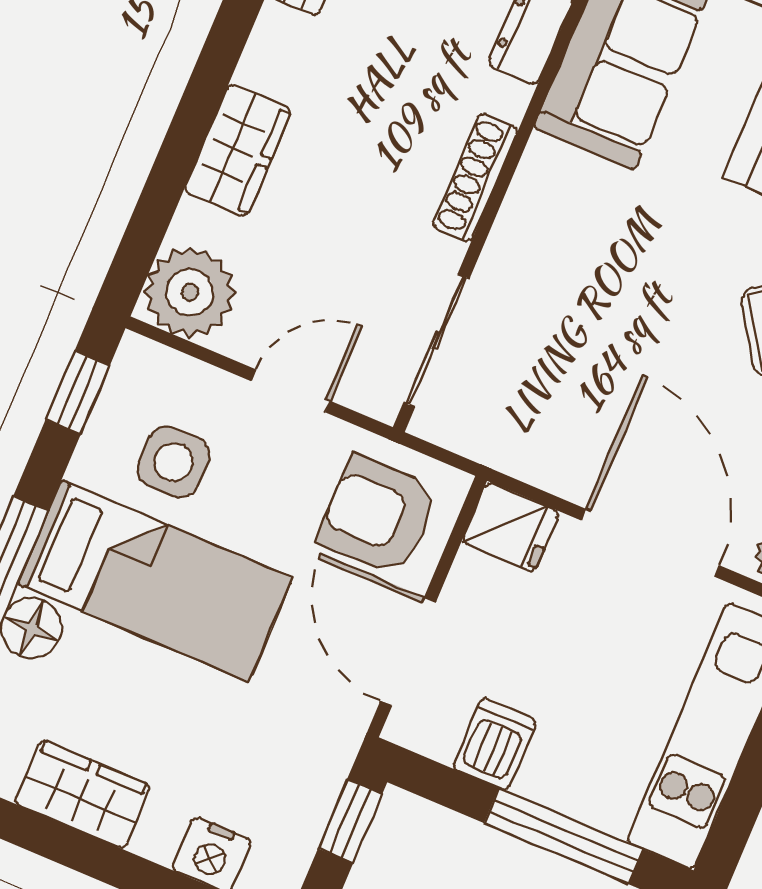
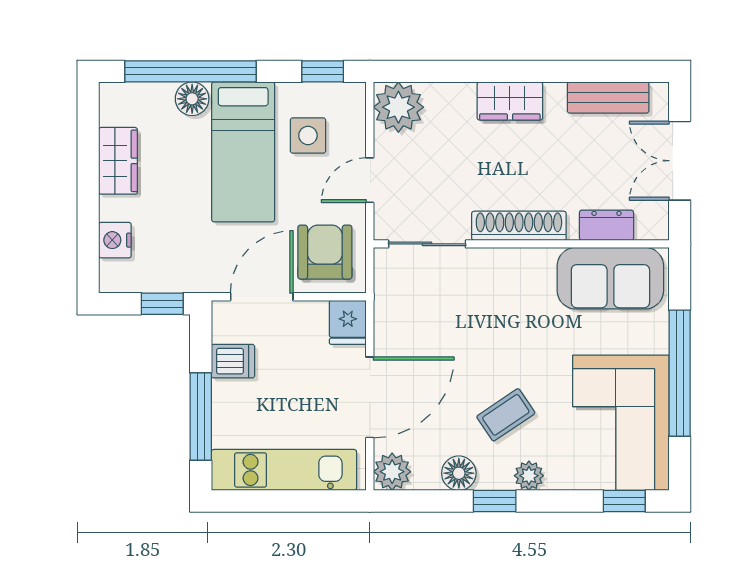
wardrobe: (238, 150) -> (510, 101), moved
shoe rack: (475, 178) -> (519, 226), width x1.36, depth x1.24
door: (291, 391) -> (370, 180), swing flipped

